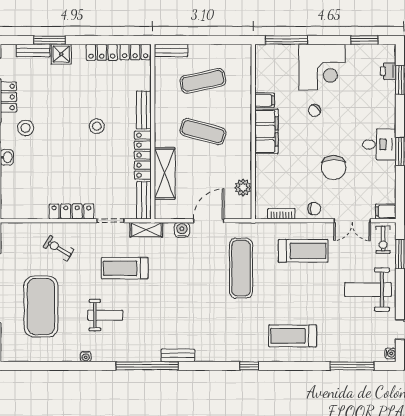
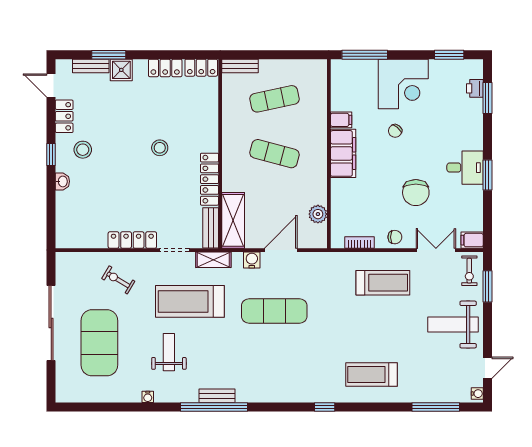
bench: (144, 110) -> (211, 130), removed
shelving: (165, 173) -> (233, 220), moved
double door: (352, 221) -> (436, 250), swing flipped
treadmill: (125, 268) -> (190, 301), width x1.37, depth x1.38
exercise mat: (241, 268) -> (274, 311), moved, turned 90
weight bench: (105, 315) -> (169, 352), turned -90
bench: (178, 355) -> (217, 396), moved

